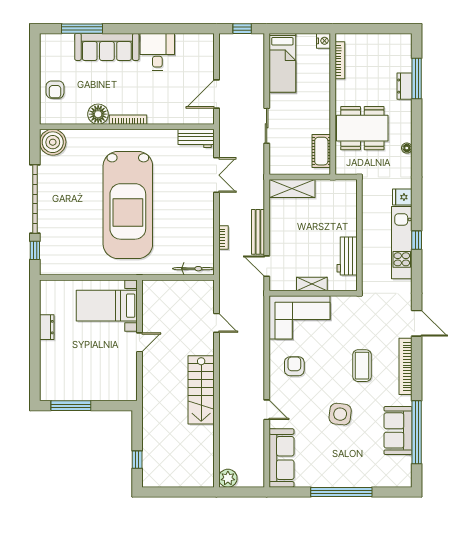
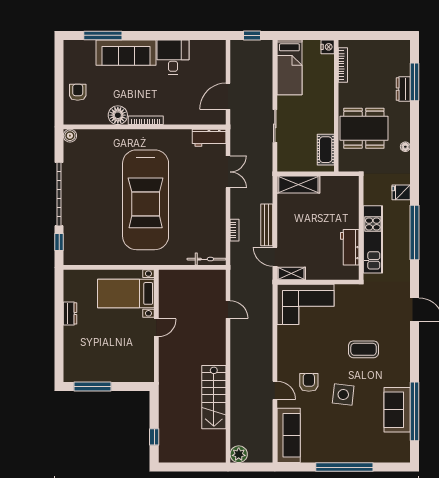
armchair: (55, 90) -> (78, 92), turned 180
boiler: (53, 142) -> (70, 136), width x0.54, depth x0.54
window: (417, 240) -> (415, 233), width x3.17
kitchen unit: (402, 243) -> (373, 239), moved, turned 180
shelving: (312, 284) -> (291, 273), moved
armchair: (294, 366) -> (309, 382), moved
coffee table: (362, 366) -> (364, 349), turned 90
bookcase: (406, 366) -> (404, 350), removed
stairs: (201, 390) -> (214, 397), moved

